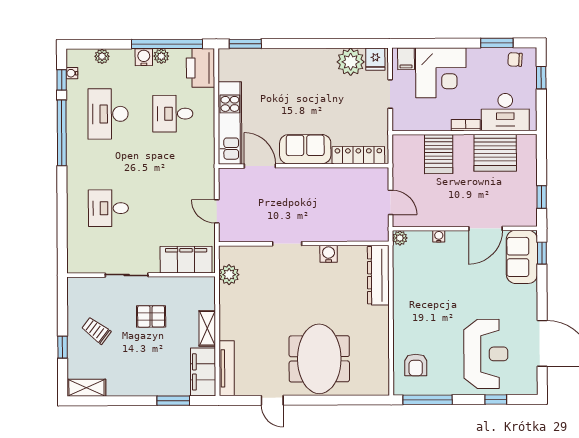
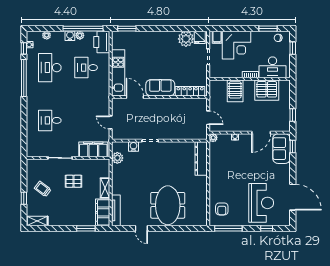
water cooler: (329, 254) -> (133, 146), moved

